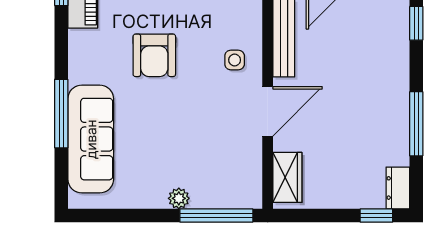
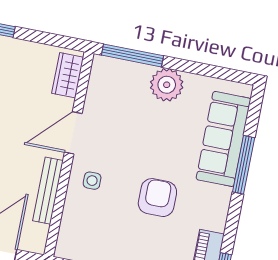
plant: (179, 198) -> (167, 85), width x1.87, depth x1.87

